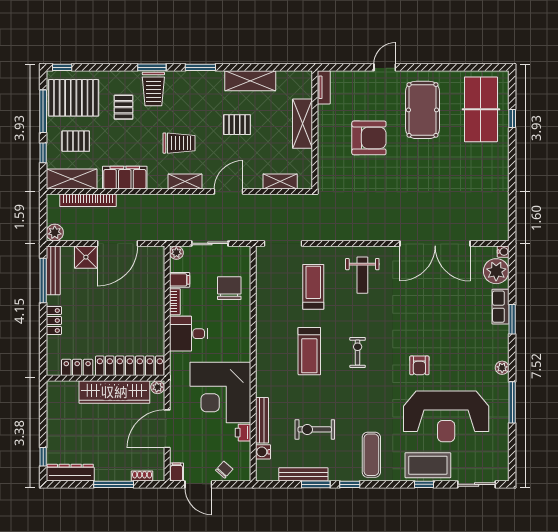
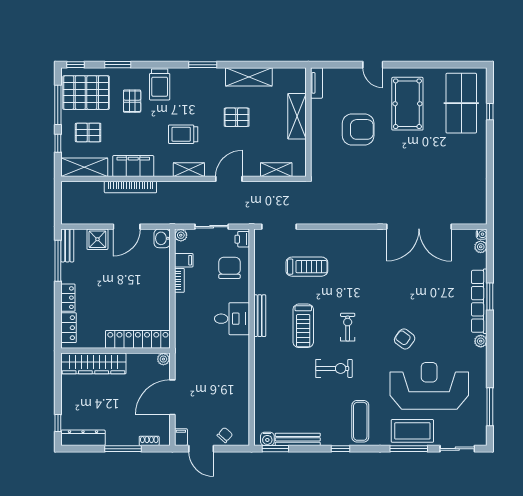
window: (152, 67) -> (118, 65), moved
door: (385, 67) -> (373, 65), swing flipped
trolley: (179, 143) -> (183, 134), turned 180
bookcase: (88, 200) -> (130, 187), moved
plant: (55, 233) -> (69, 217), removed
door: (118, 243) -> (127, 227), width x0.73
washbasin: (156, 256) -> (162, 238), added
bench: (53, 270) -> (67, 245), width x0.73
plant: (496, 271) -> (481, 247), width x0.53, depth x0.53
weight bench: (362, 275) -> (352, 256), removed
treadmill: (313, 287) -> (307, 267), turned 90
row of seats: (500, 307) -> (479, 301), width x2.02
desk: (188, 334) -> (232, 319), moved, turned 180
armchair: (419, 365) -> (405, 339), turned 127
locker: (77, 367) -> (69, 328), moved, turned 90
wardrobe: (114, 392) -> (93, 363), moved
corner desk: (220, 392) -> (221, 364), removed
window: (512, 402) -> (490, 407), moved
reception desk: (446, 416) -> (429, 386), turned 180
bench: (262, 420) -> (260, 316), moved
exercise bike: (315, 429) -> (334, 368), moved, turned 180
printer: (243, 433) -> (242, 239), moved
water cooler: (263, 452) -> (267, 439), moved, turned -90
window: (316, 484) -> (275, 449), moved
window: (424, 484) -> (409, 449), width x2.17

